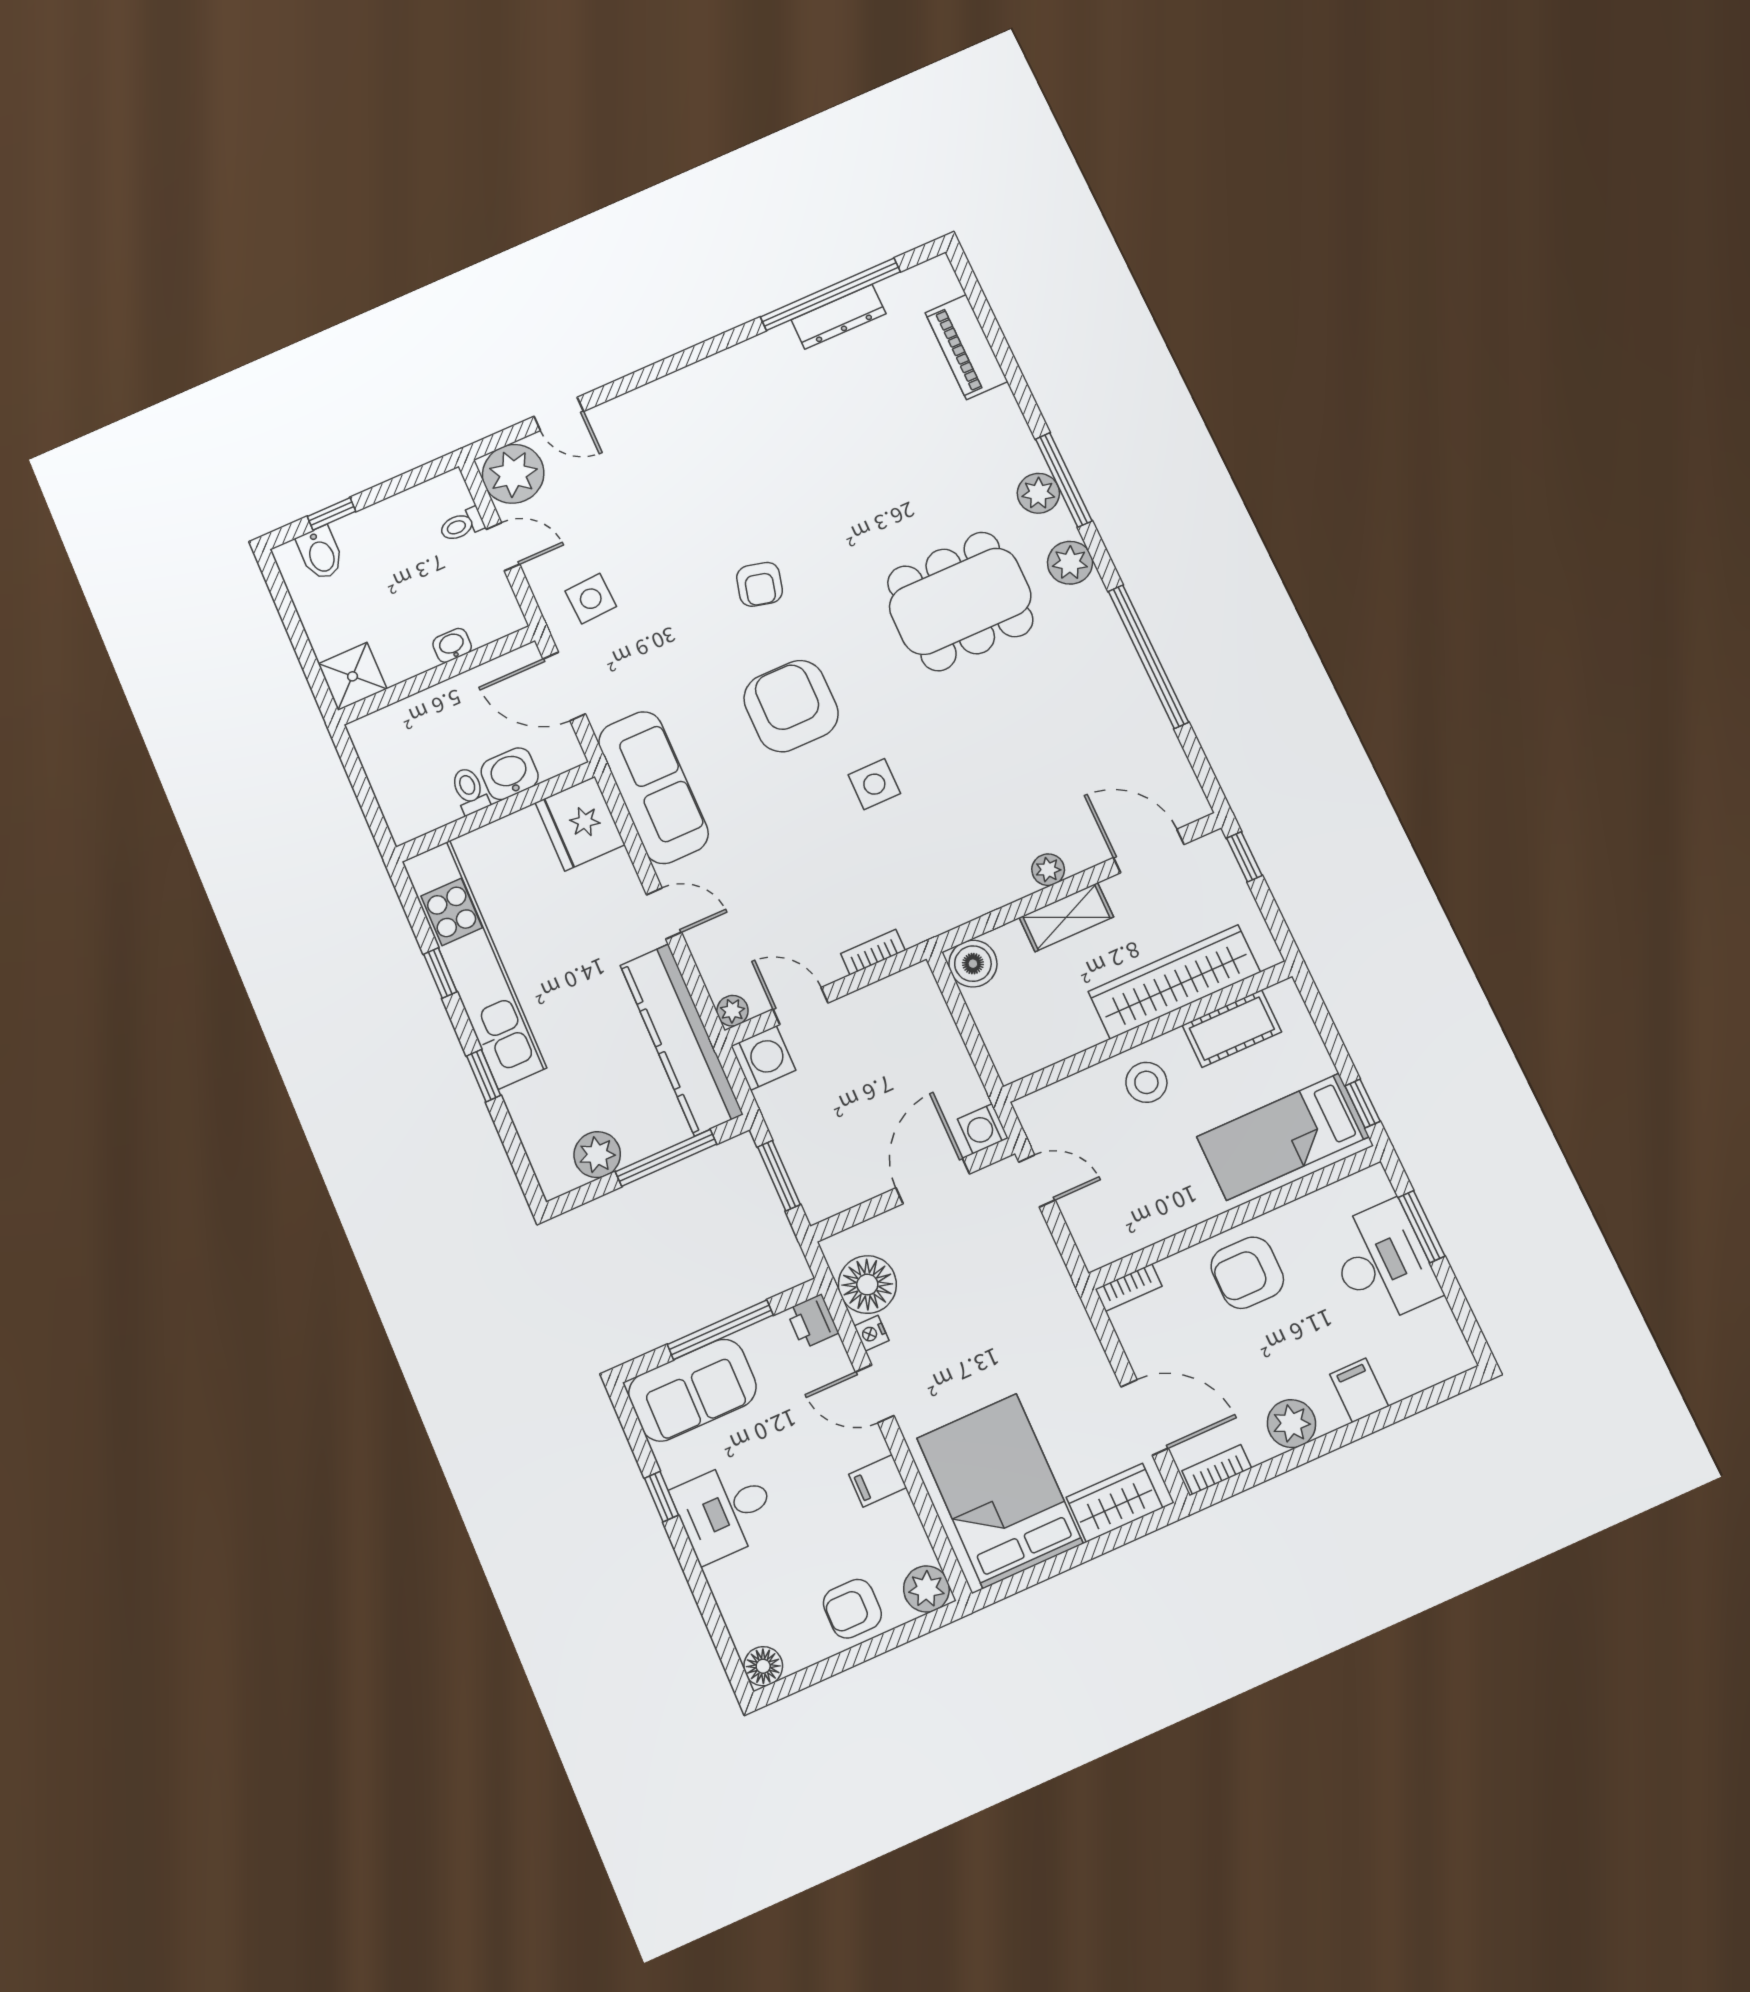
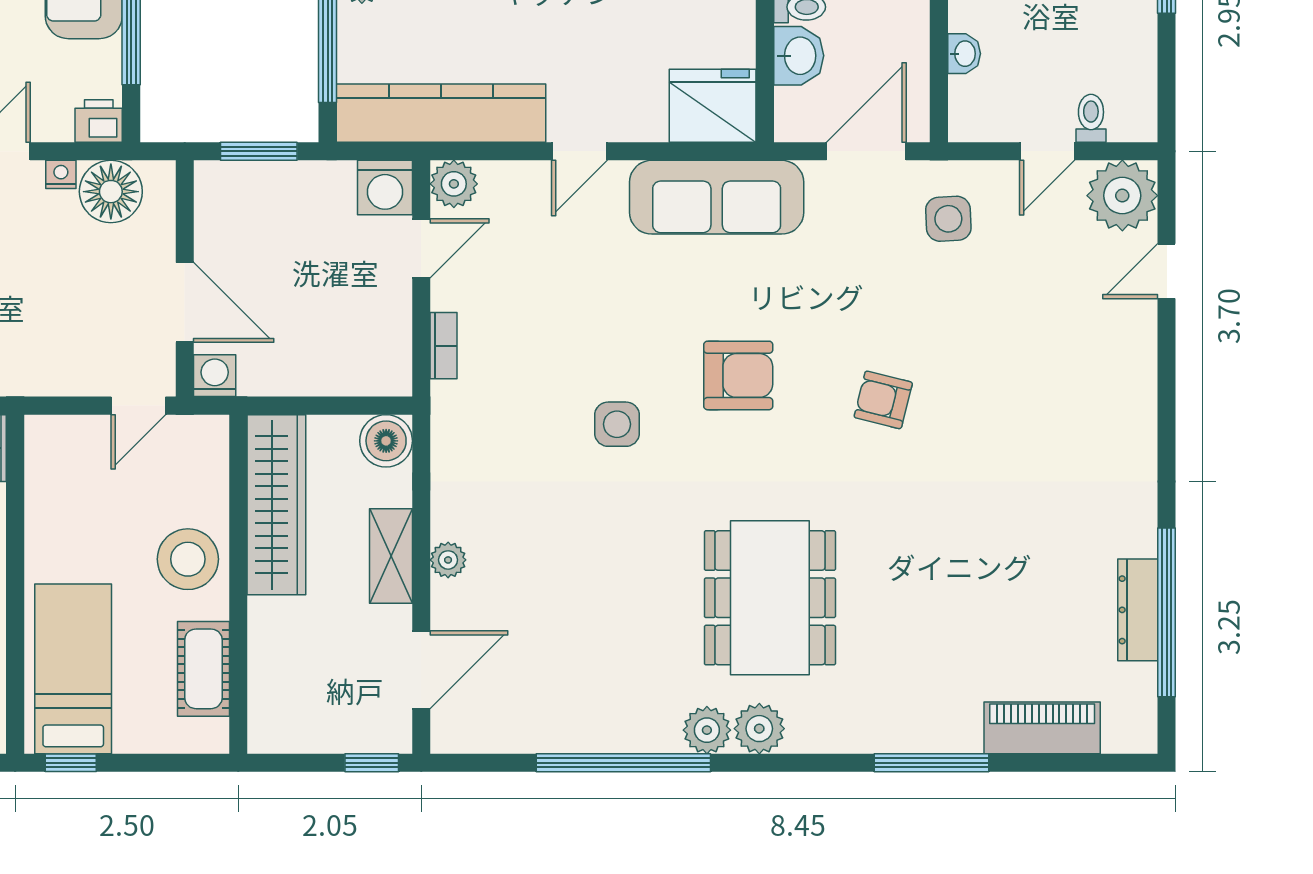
window: (1064, 480) -> (931, 763), moved
plant: (1038, 493) -> (707, 730), moved
armchair: (791, 706) -> (738, 375), width x0.73, depth x0.73
wardrobe: (1174, 982) -> (276, 505), moved
plant: (732, 1011) -> (454, 184), width x1.38, depth x1.38
stool: (1146, 1082) -> (188, 559), width x1.38, depth x1.38

